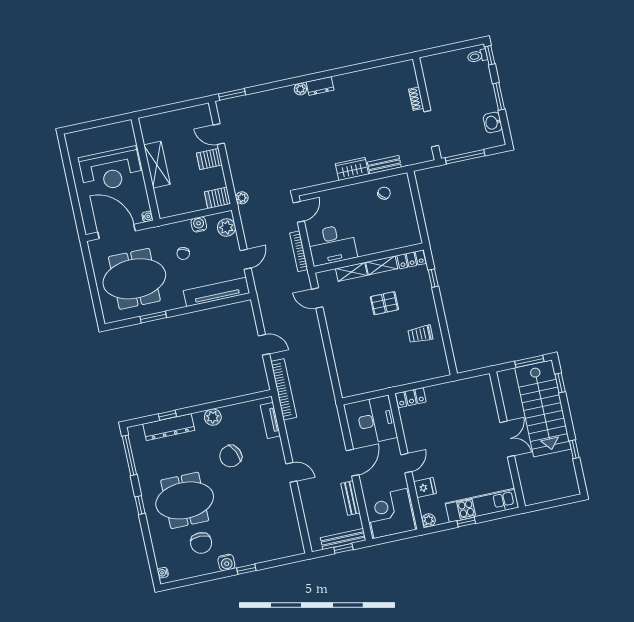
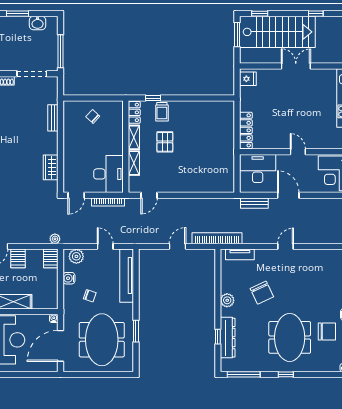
wardrobe: (352, 169) -> (51, 167), moved
chair: (384, 193) -> (93, 116), moved
door: (299, 212) -> (76, 195), swing flipped
trolley: (420, 334) -> (162, 112), moved
locker: (411, 398) -> (246, 130), width x1.53
fridge: (425, 488) -> (248, 79), moved, turned 90
bench: (350, 498) -> (254, 203), moved

